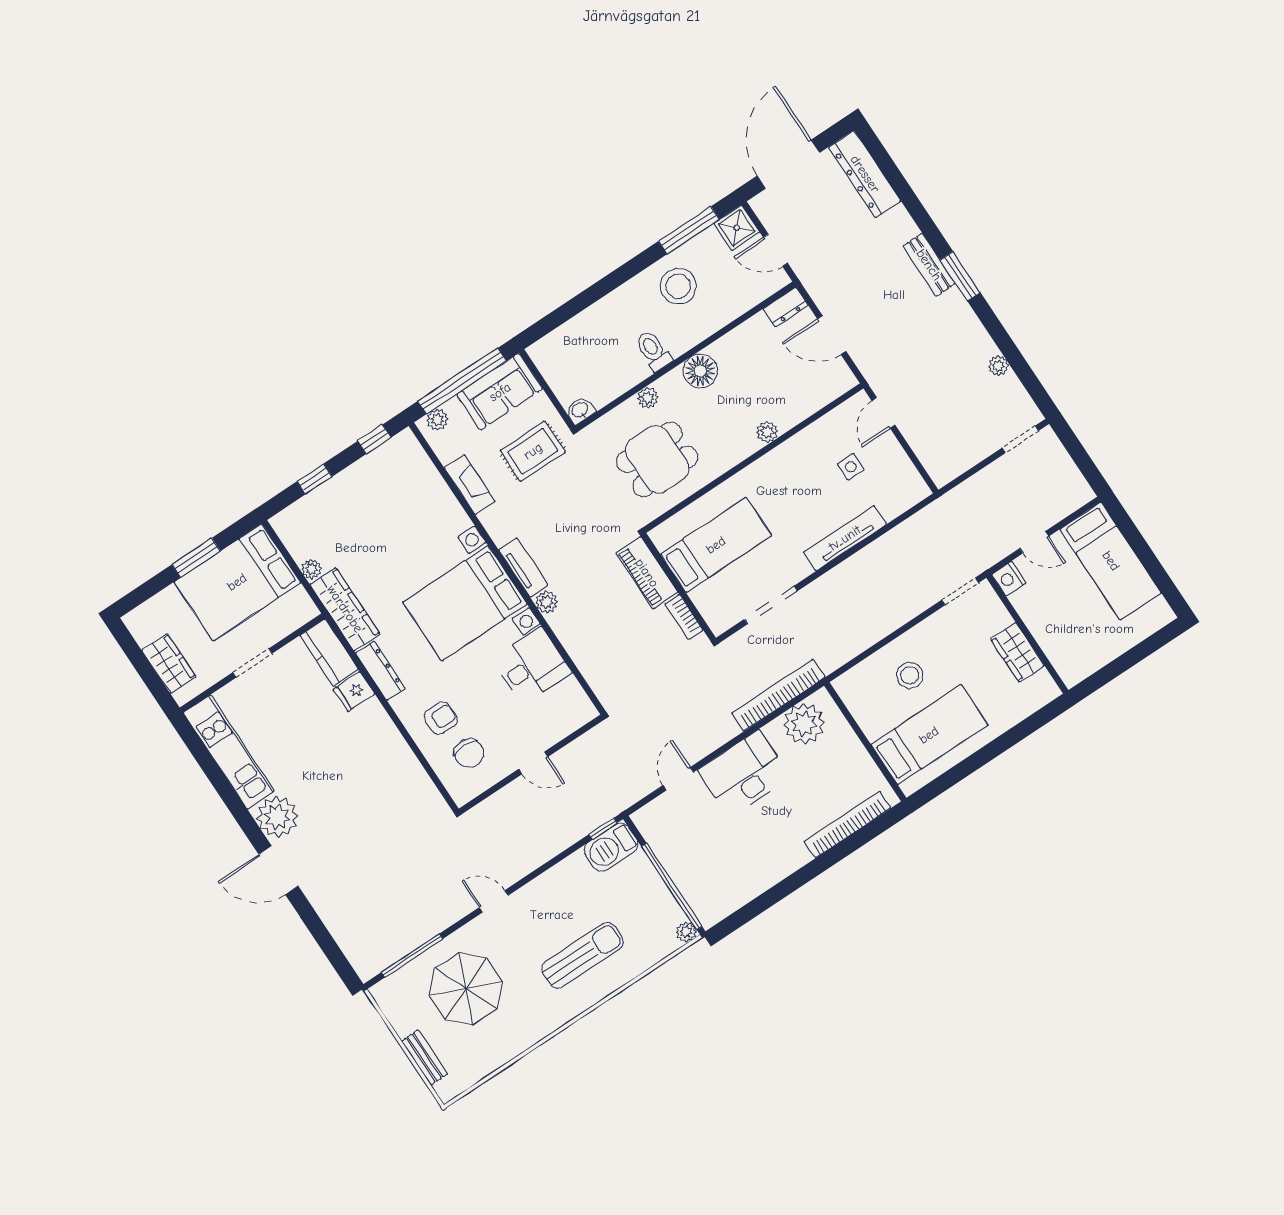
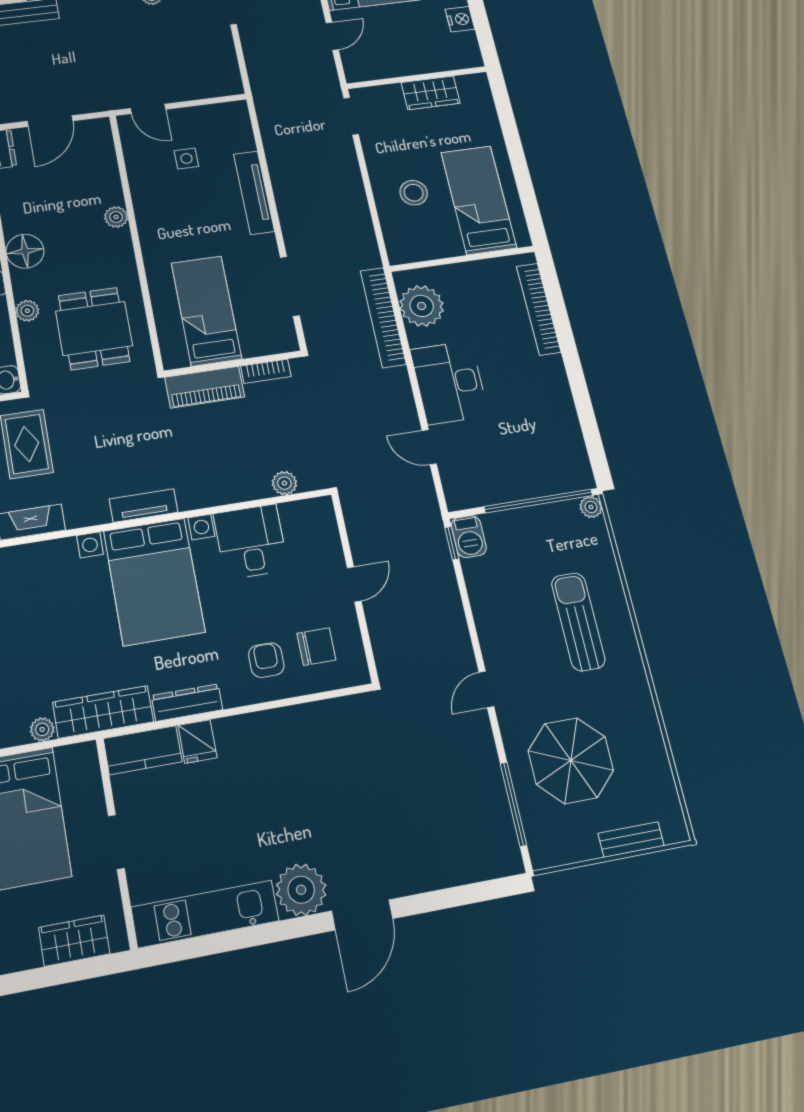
nightstand: (1009, 579) -> (460, 19), moved, turned -90
plant: (547, 602) -> (284, 483), moved
barbecue: (611, 847) -> (469, 537), width x0.73, depth x0.79

